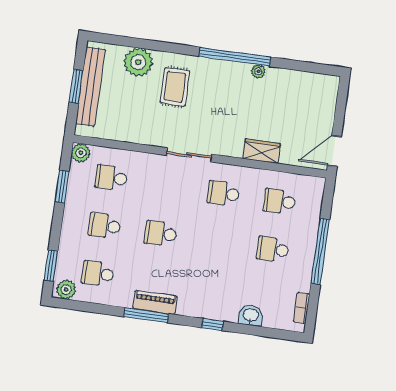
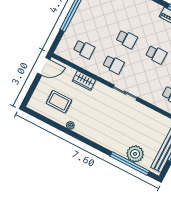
window: (235, 57) -> (130, 164), moved
rug: (175, 87) -> (59, 102), moved, turned 90
school desk: (273, 249) -> (127, 39), moved

